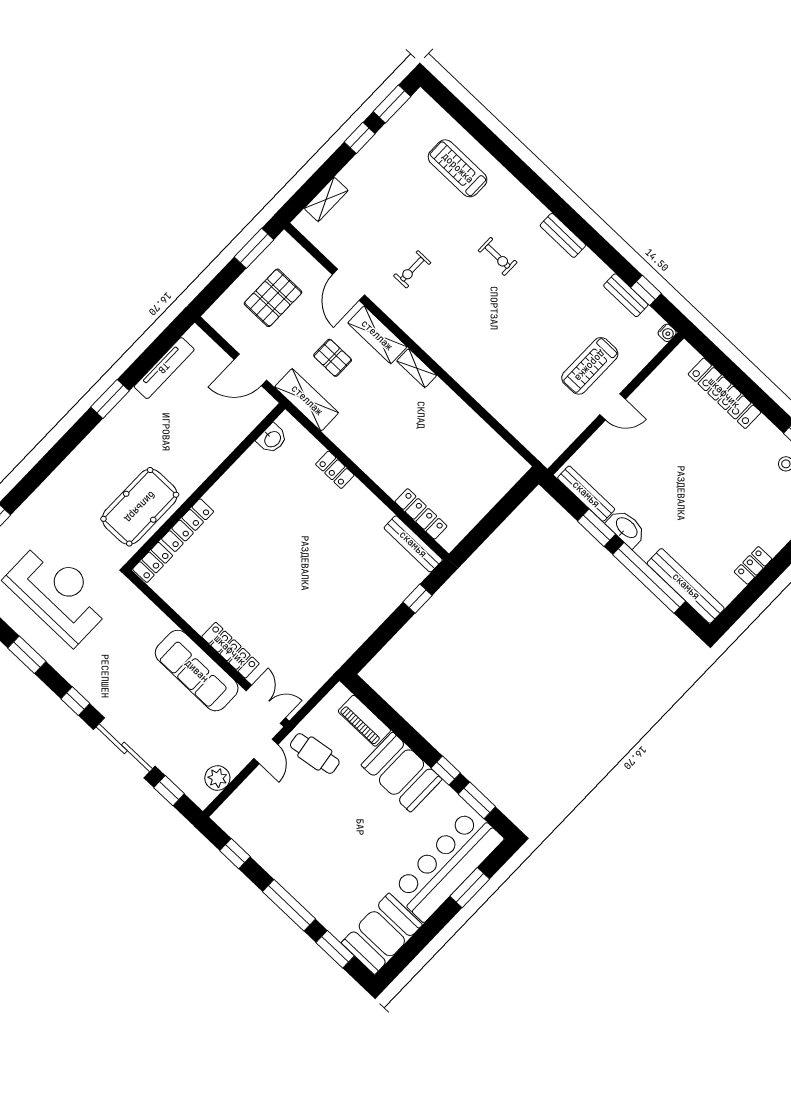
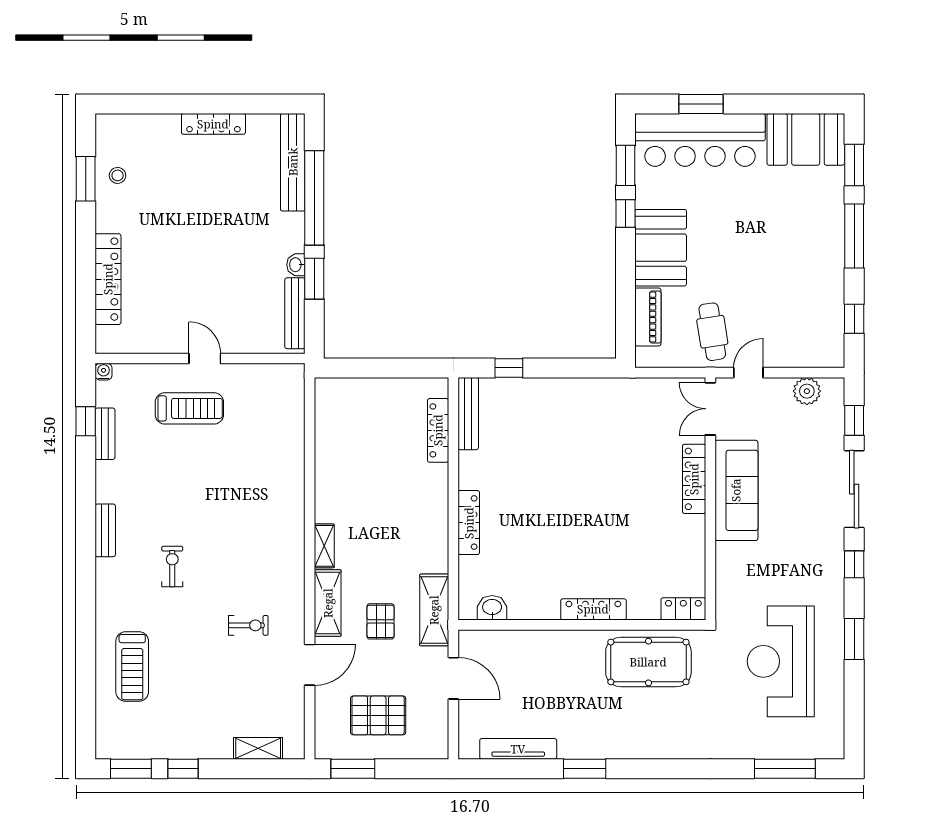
locker: (335, 470) -> (469, 523), width x1.53
locker: (188, 525) -> (593, 609), moved
washbasin: (626, 528) -> (296, 265), width x0.52, depth x0.69
locker: (753, 565) -> (213, 124), width x1.53

